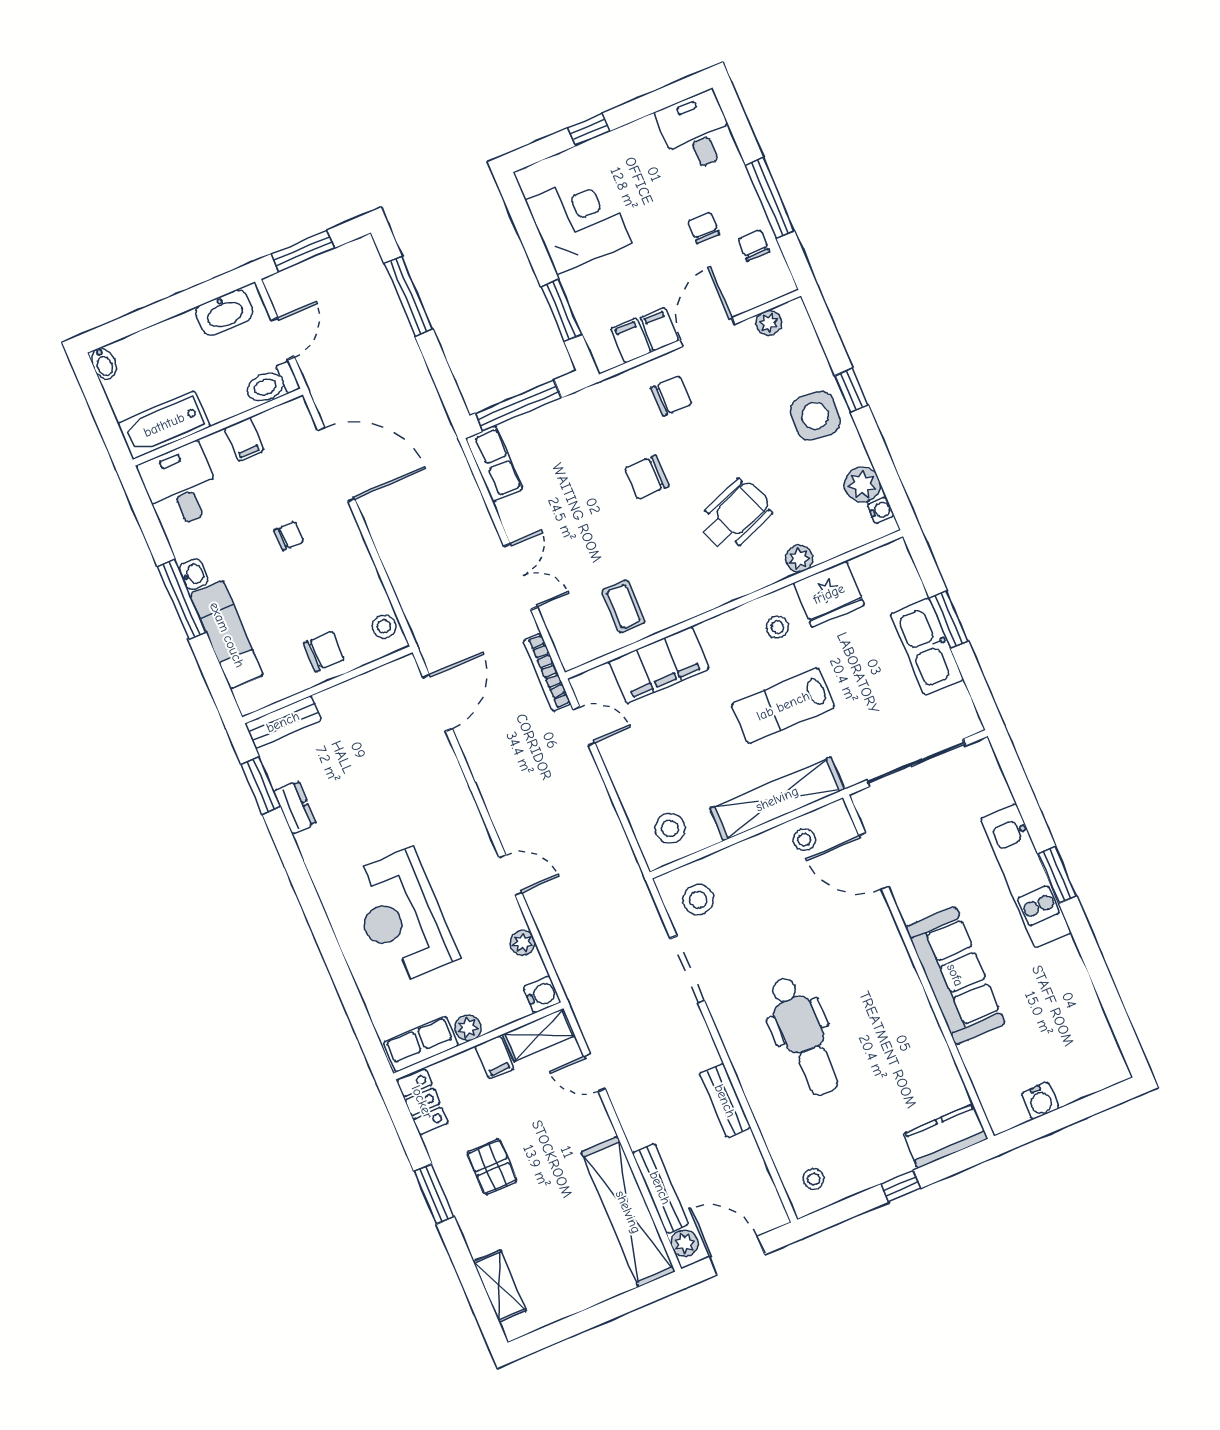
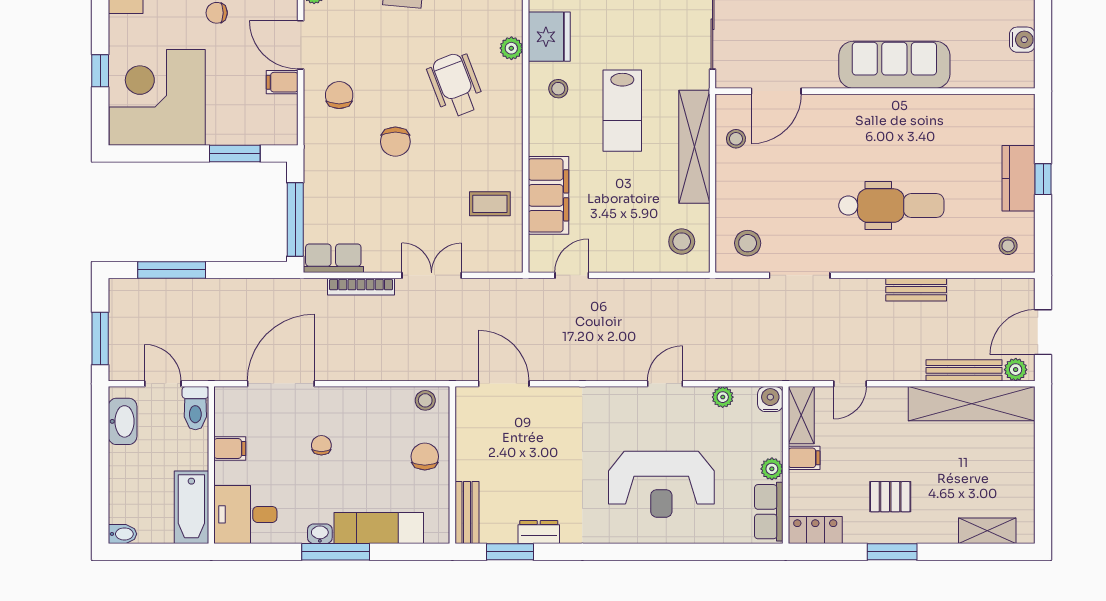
corner desk: (578, 222) -> (157, 97), width x1.36, depth x1.36
filing cabinet: (631, 340) -> (282, 108), removed
bookcase: (547, 672) -> (361, 287), moved
kitchen counter: (946, 1136) -> (1019, 178), moved

